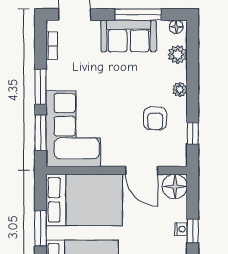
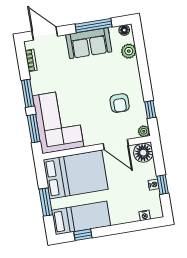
plant: (180, 89) -> (144, 131), moved

